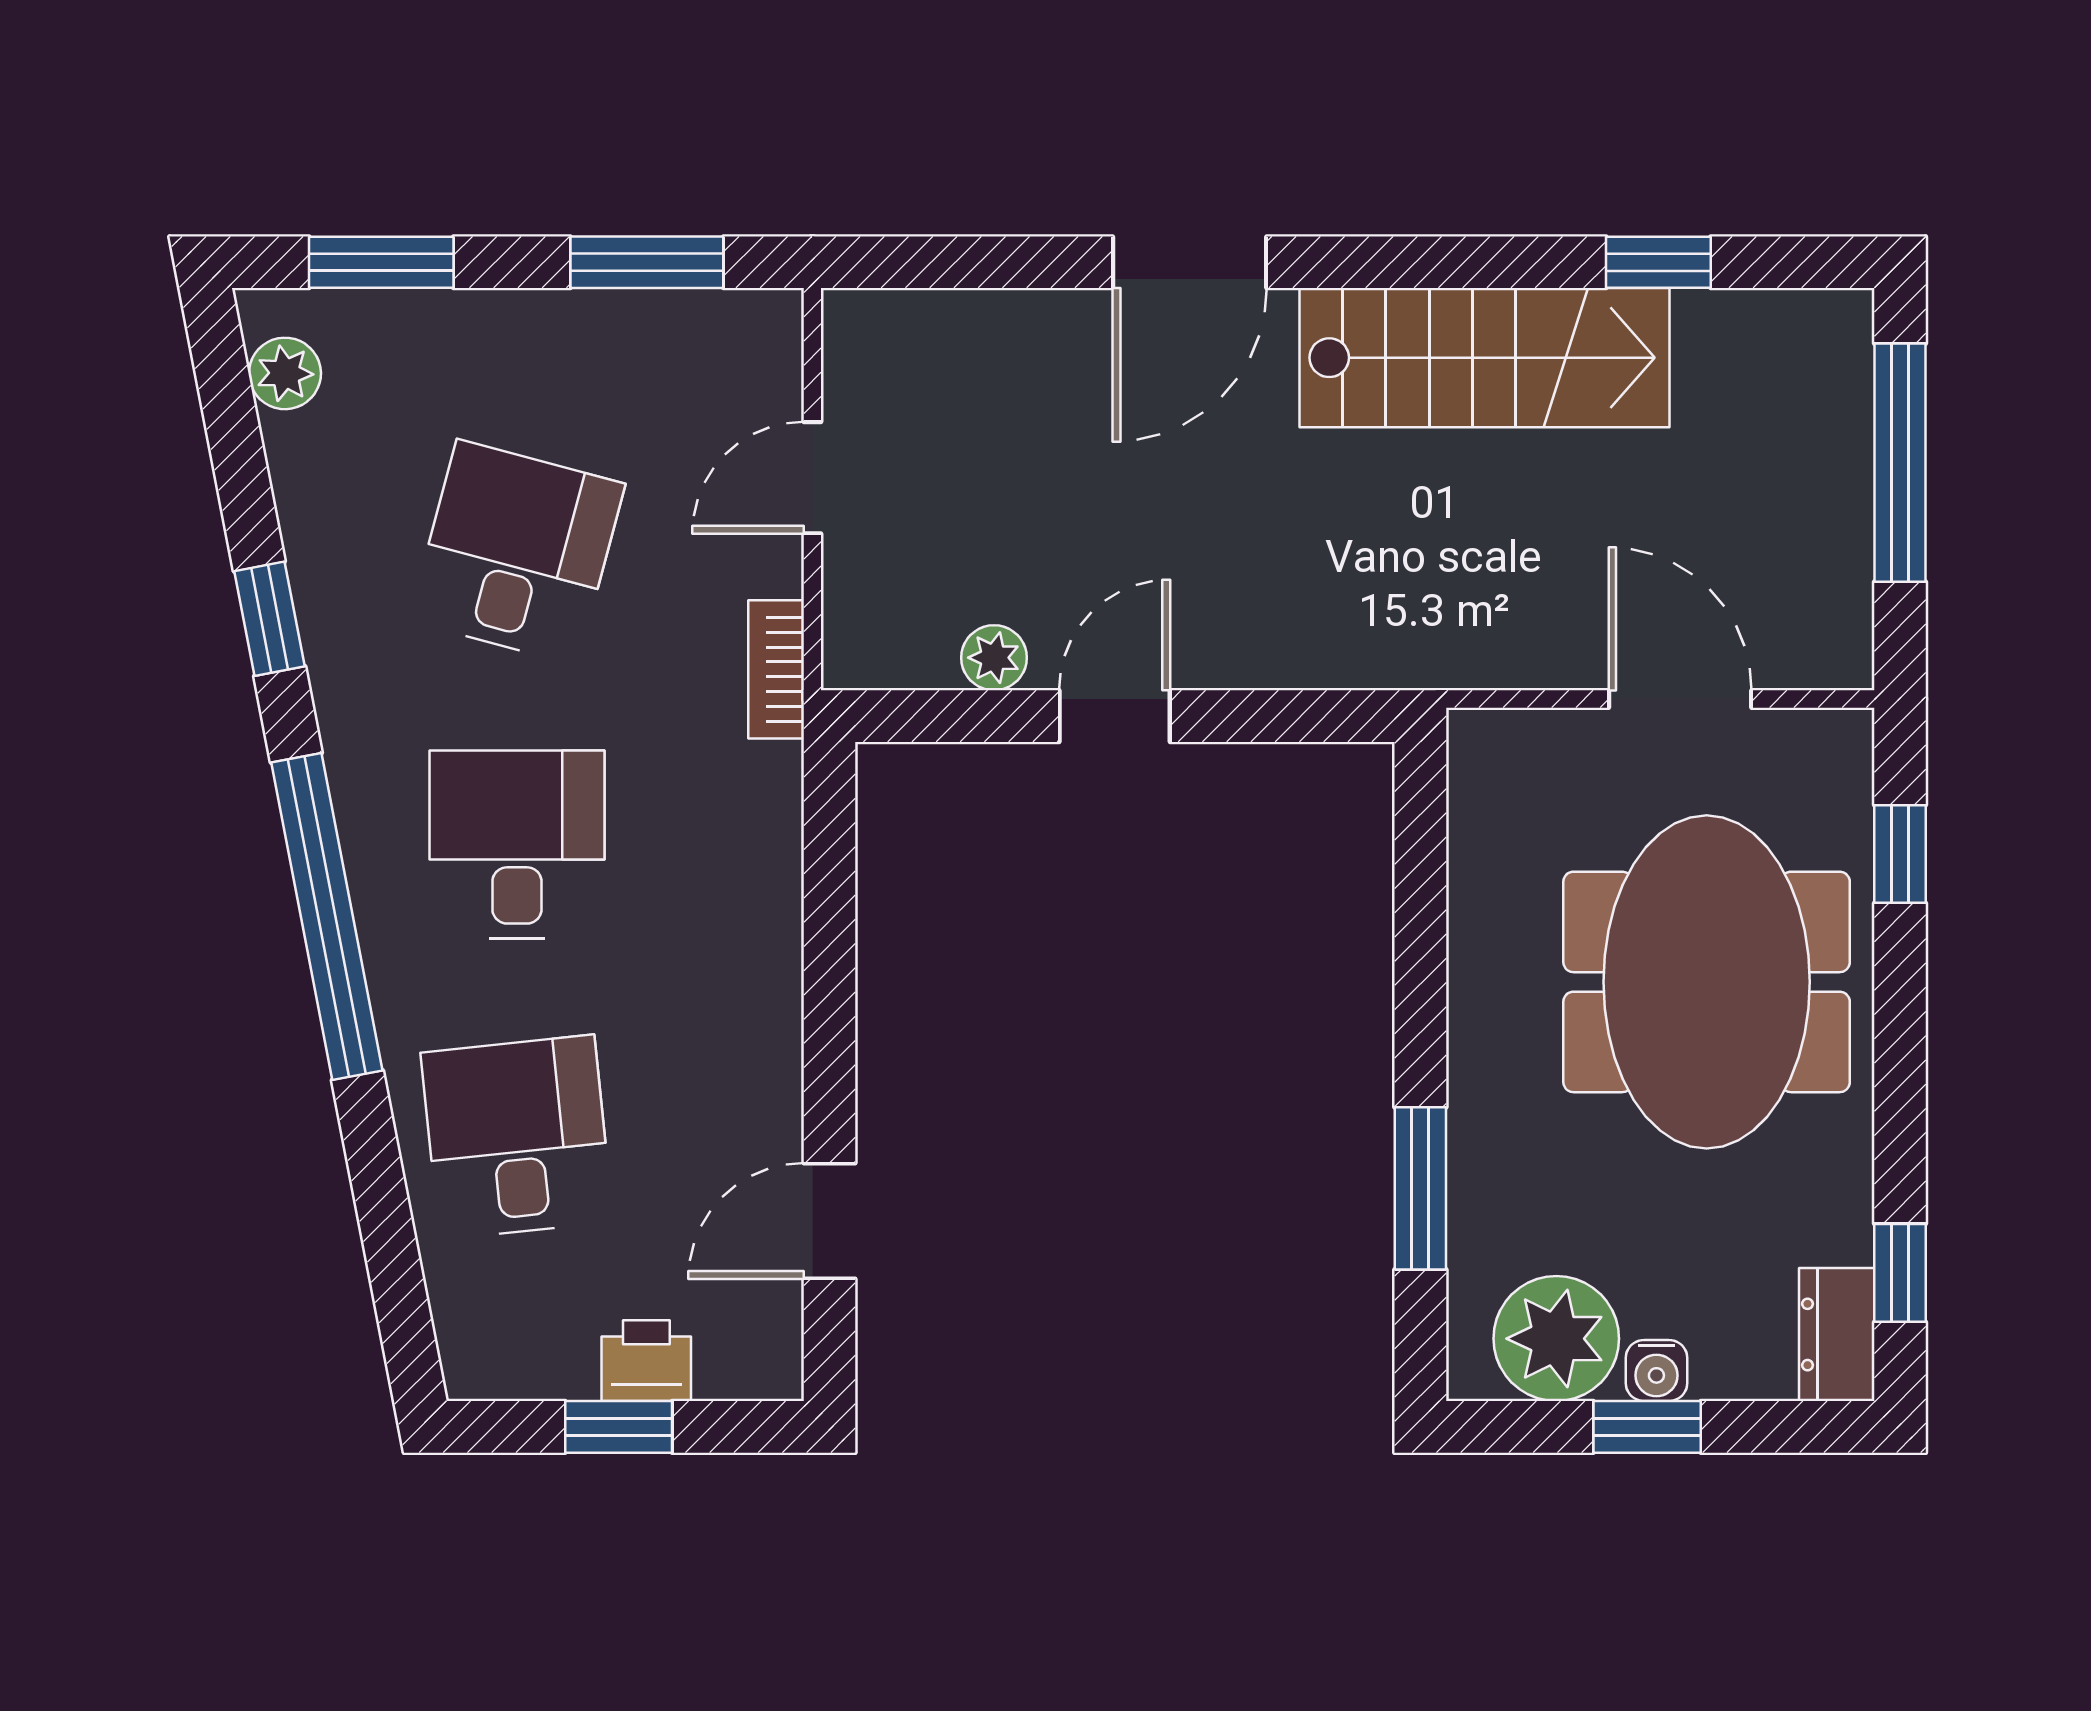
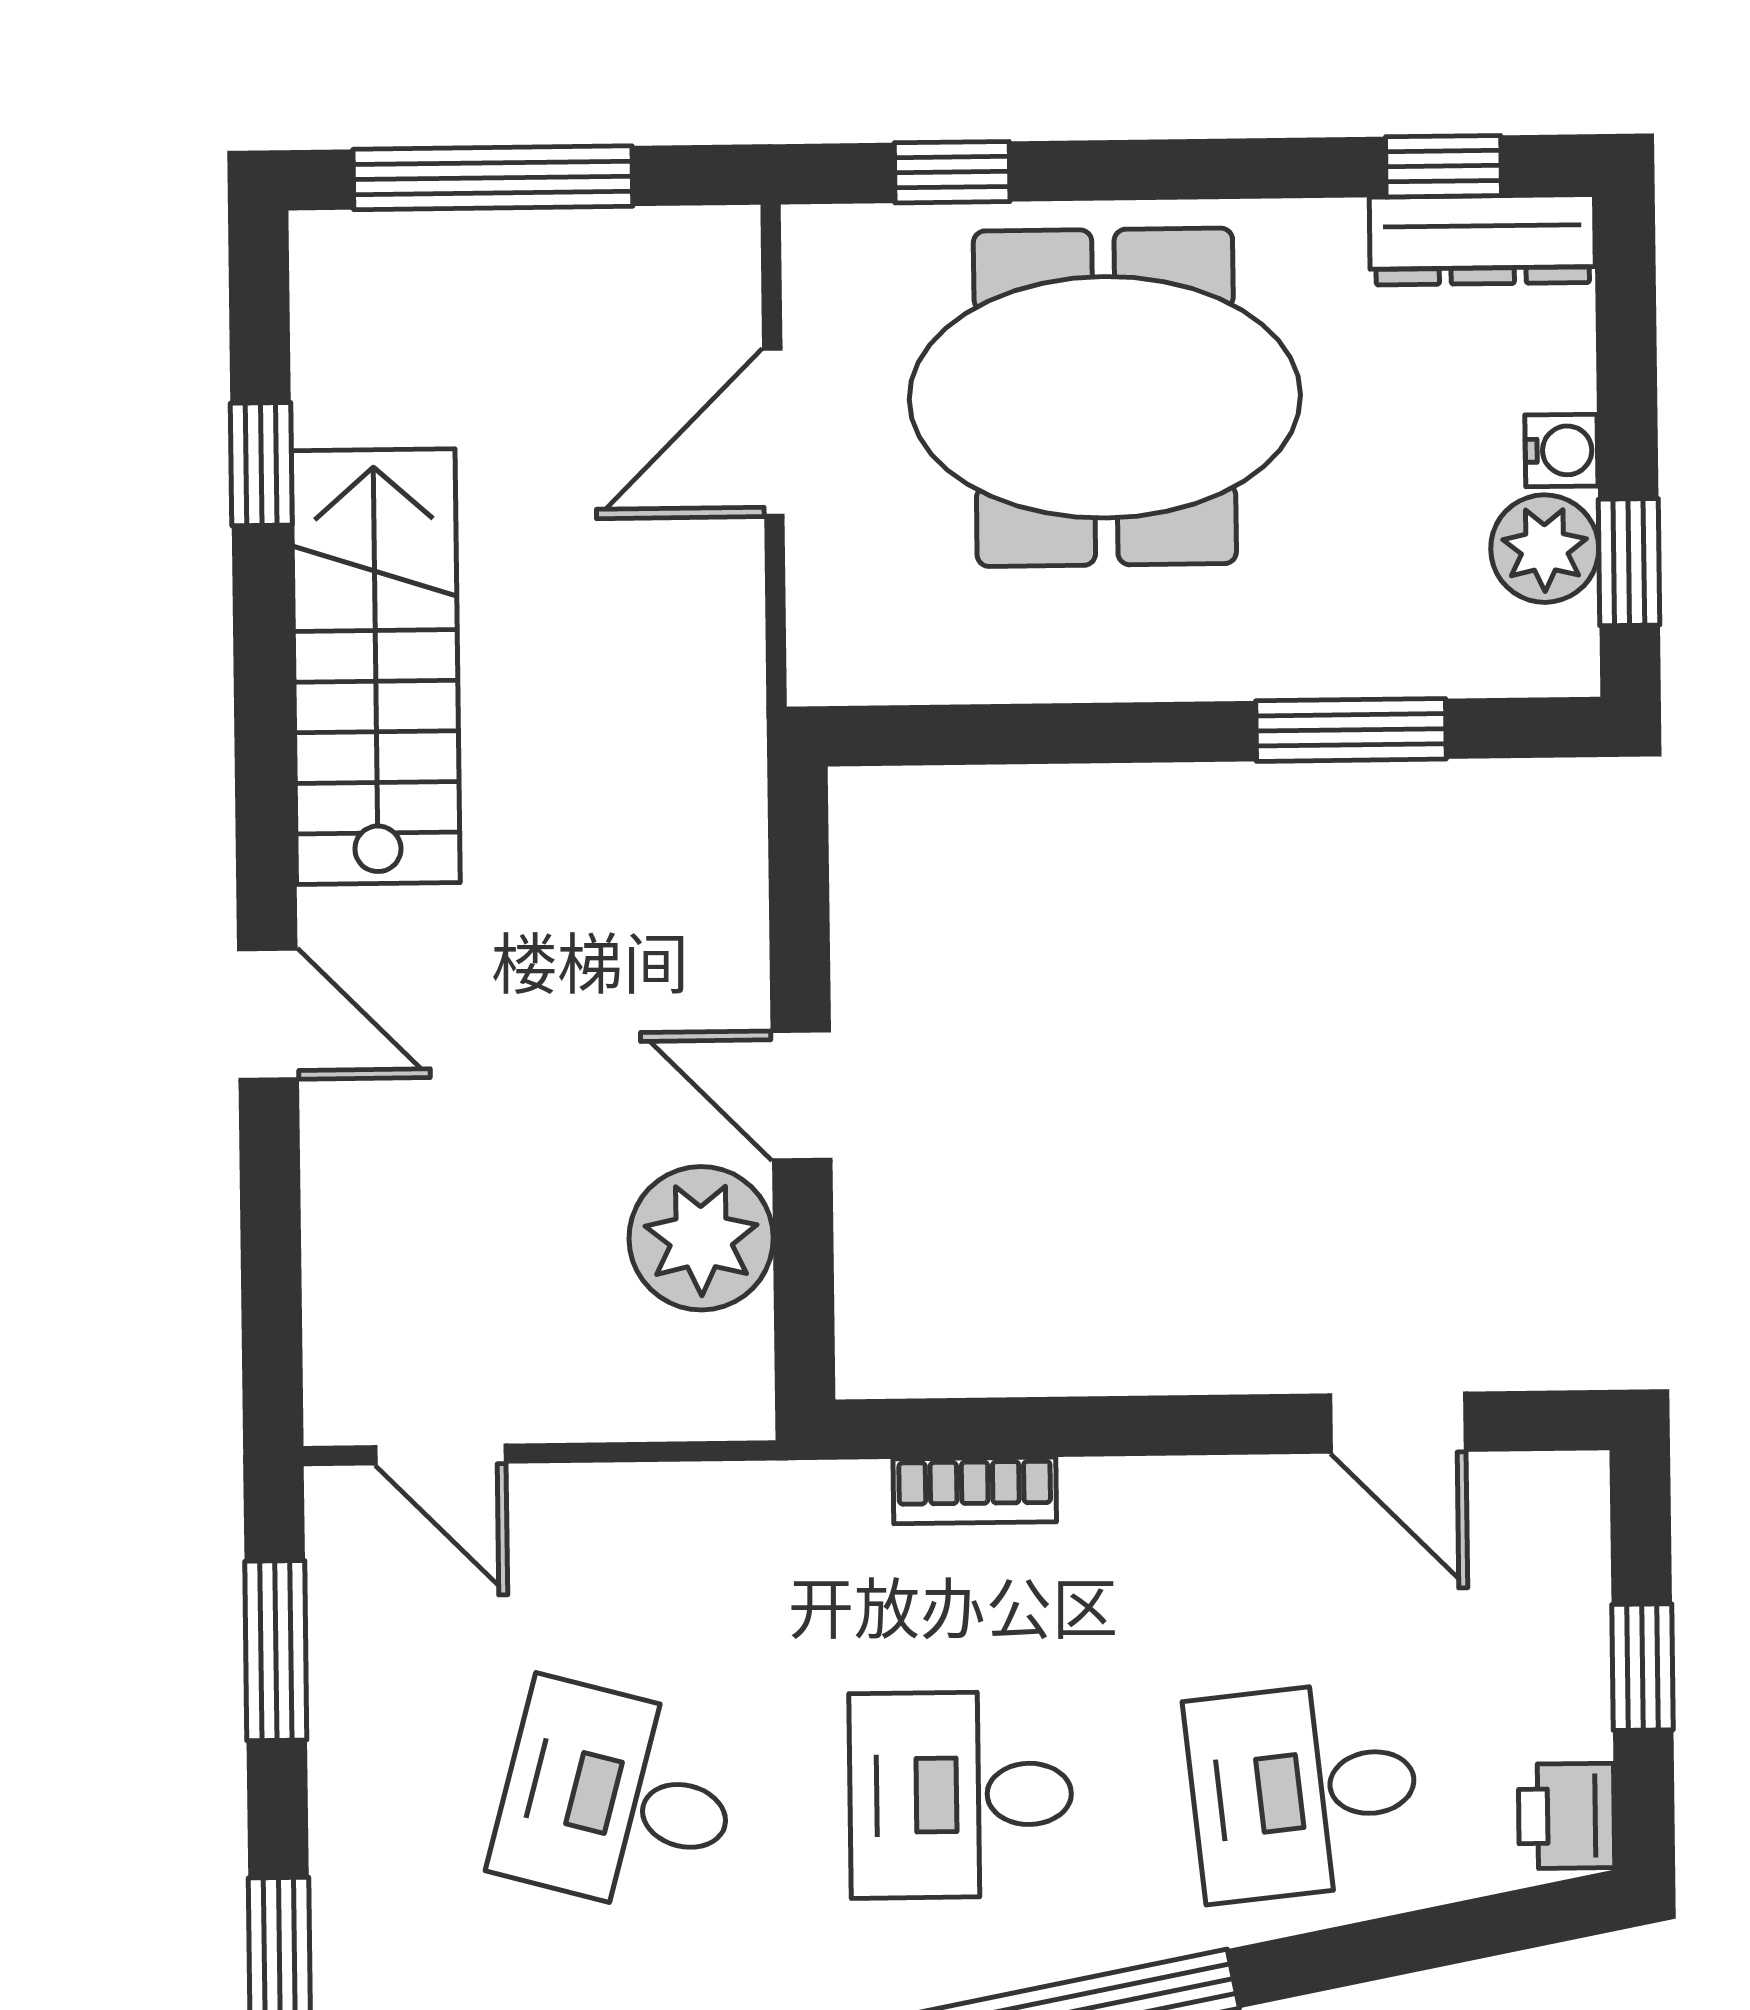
door: (1190, 262) -> (268, 1014), width x0.73
door: (812, 478) -> (441, 1454), moved
plant: (994, 658) -> (701, 1238), width x1.88, depth x1.88
bookcase: (776, 669) -> (975, 1490), moved
dresser: (1837, 1334) -> (1482, 240), width x1.44
plant: (1556, 1339) -> (1545, 549), width x0.73, depth x0.73
printer: (646, 1361) -> (1566, 1816), moved
window: (1647, 1427) -> (1629, 562), moved

